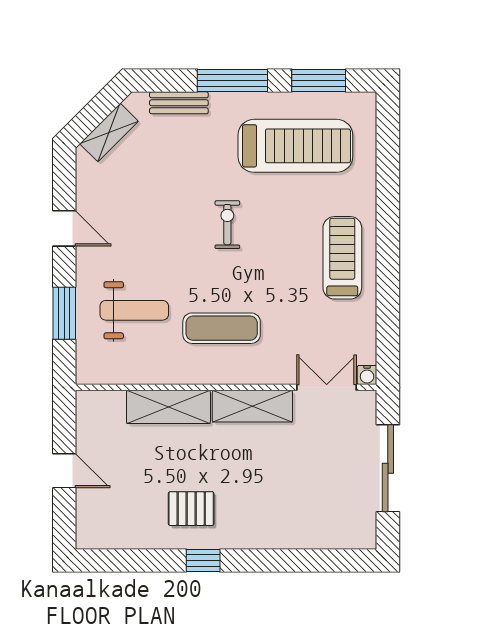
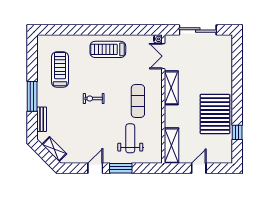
window: (319, 81) -> (32, 60), removed
treadmill: (295, 146) -> (60, 70), width x0.73, depth x0.73
window: (64, 313) -> (121, 168), moved
shelving: (168, 407) -> (172, 146), moved
pallet: (191, 509) -> (215, 114), width x2.05, depth x2.00
window: (203, 560) -> (237, 132), moved

